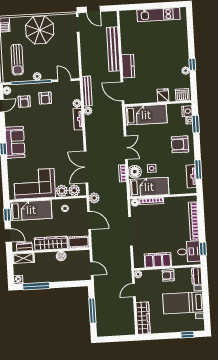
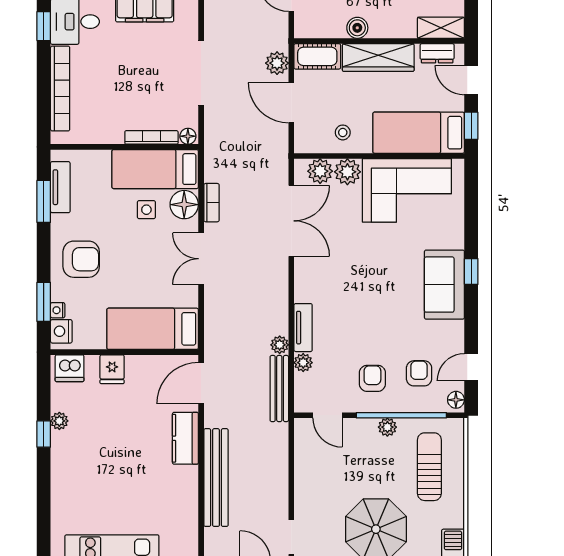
door: (122, 91) -> (201, 383), swing flipped
plant: (94, 198) -> (277, 63), moved

